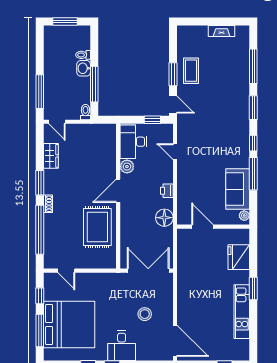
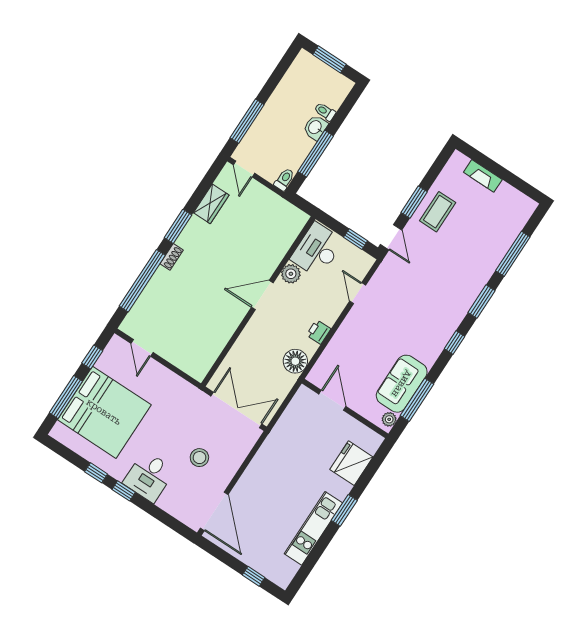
fireplace: (222, 31) -> (483, 176), moved
window: (253, 174) -> (417, 400), moved
rug: (97, 227) -> (211, 321), removed

